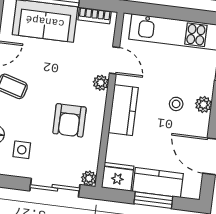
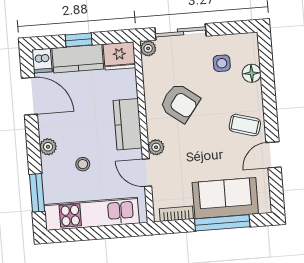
stool: (176, 104) -> (83, 164), moved
armchair: (69, 120) -> (180, 103), turned 127
dishwasher: (192, 188) -> (42, 61), added
window: (153, 200) -> (79, 40), width x0.67

